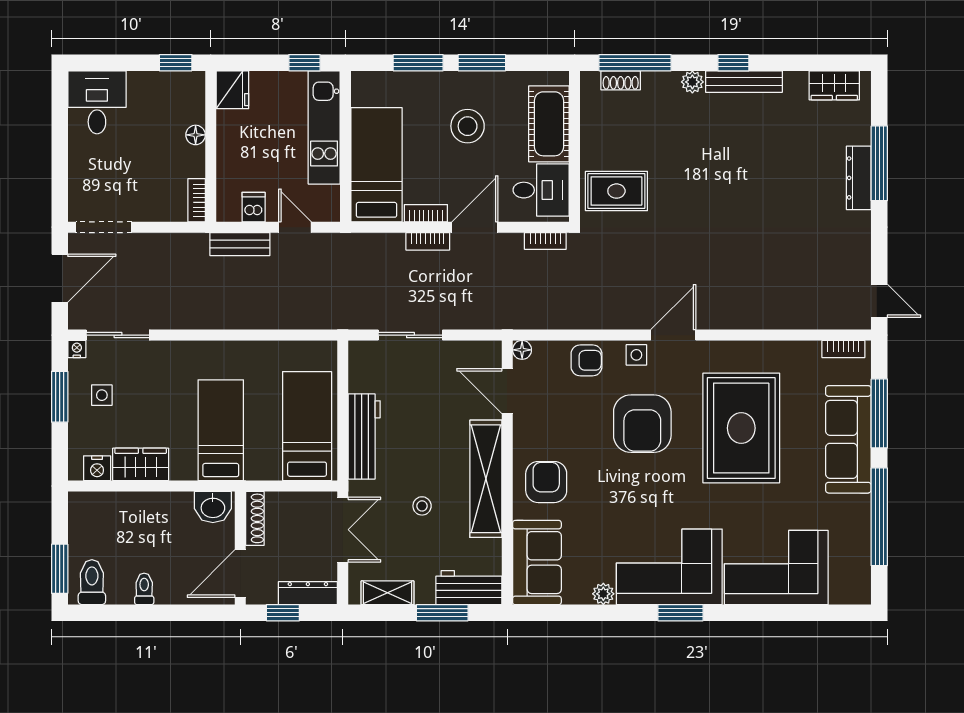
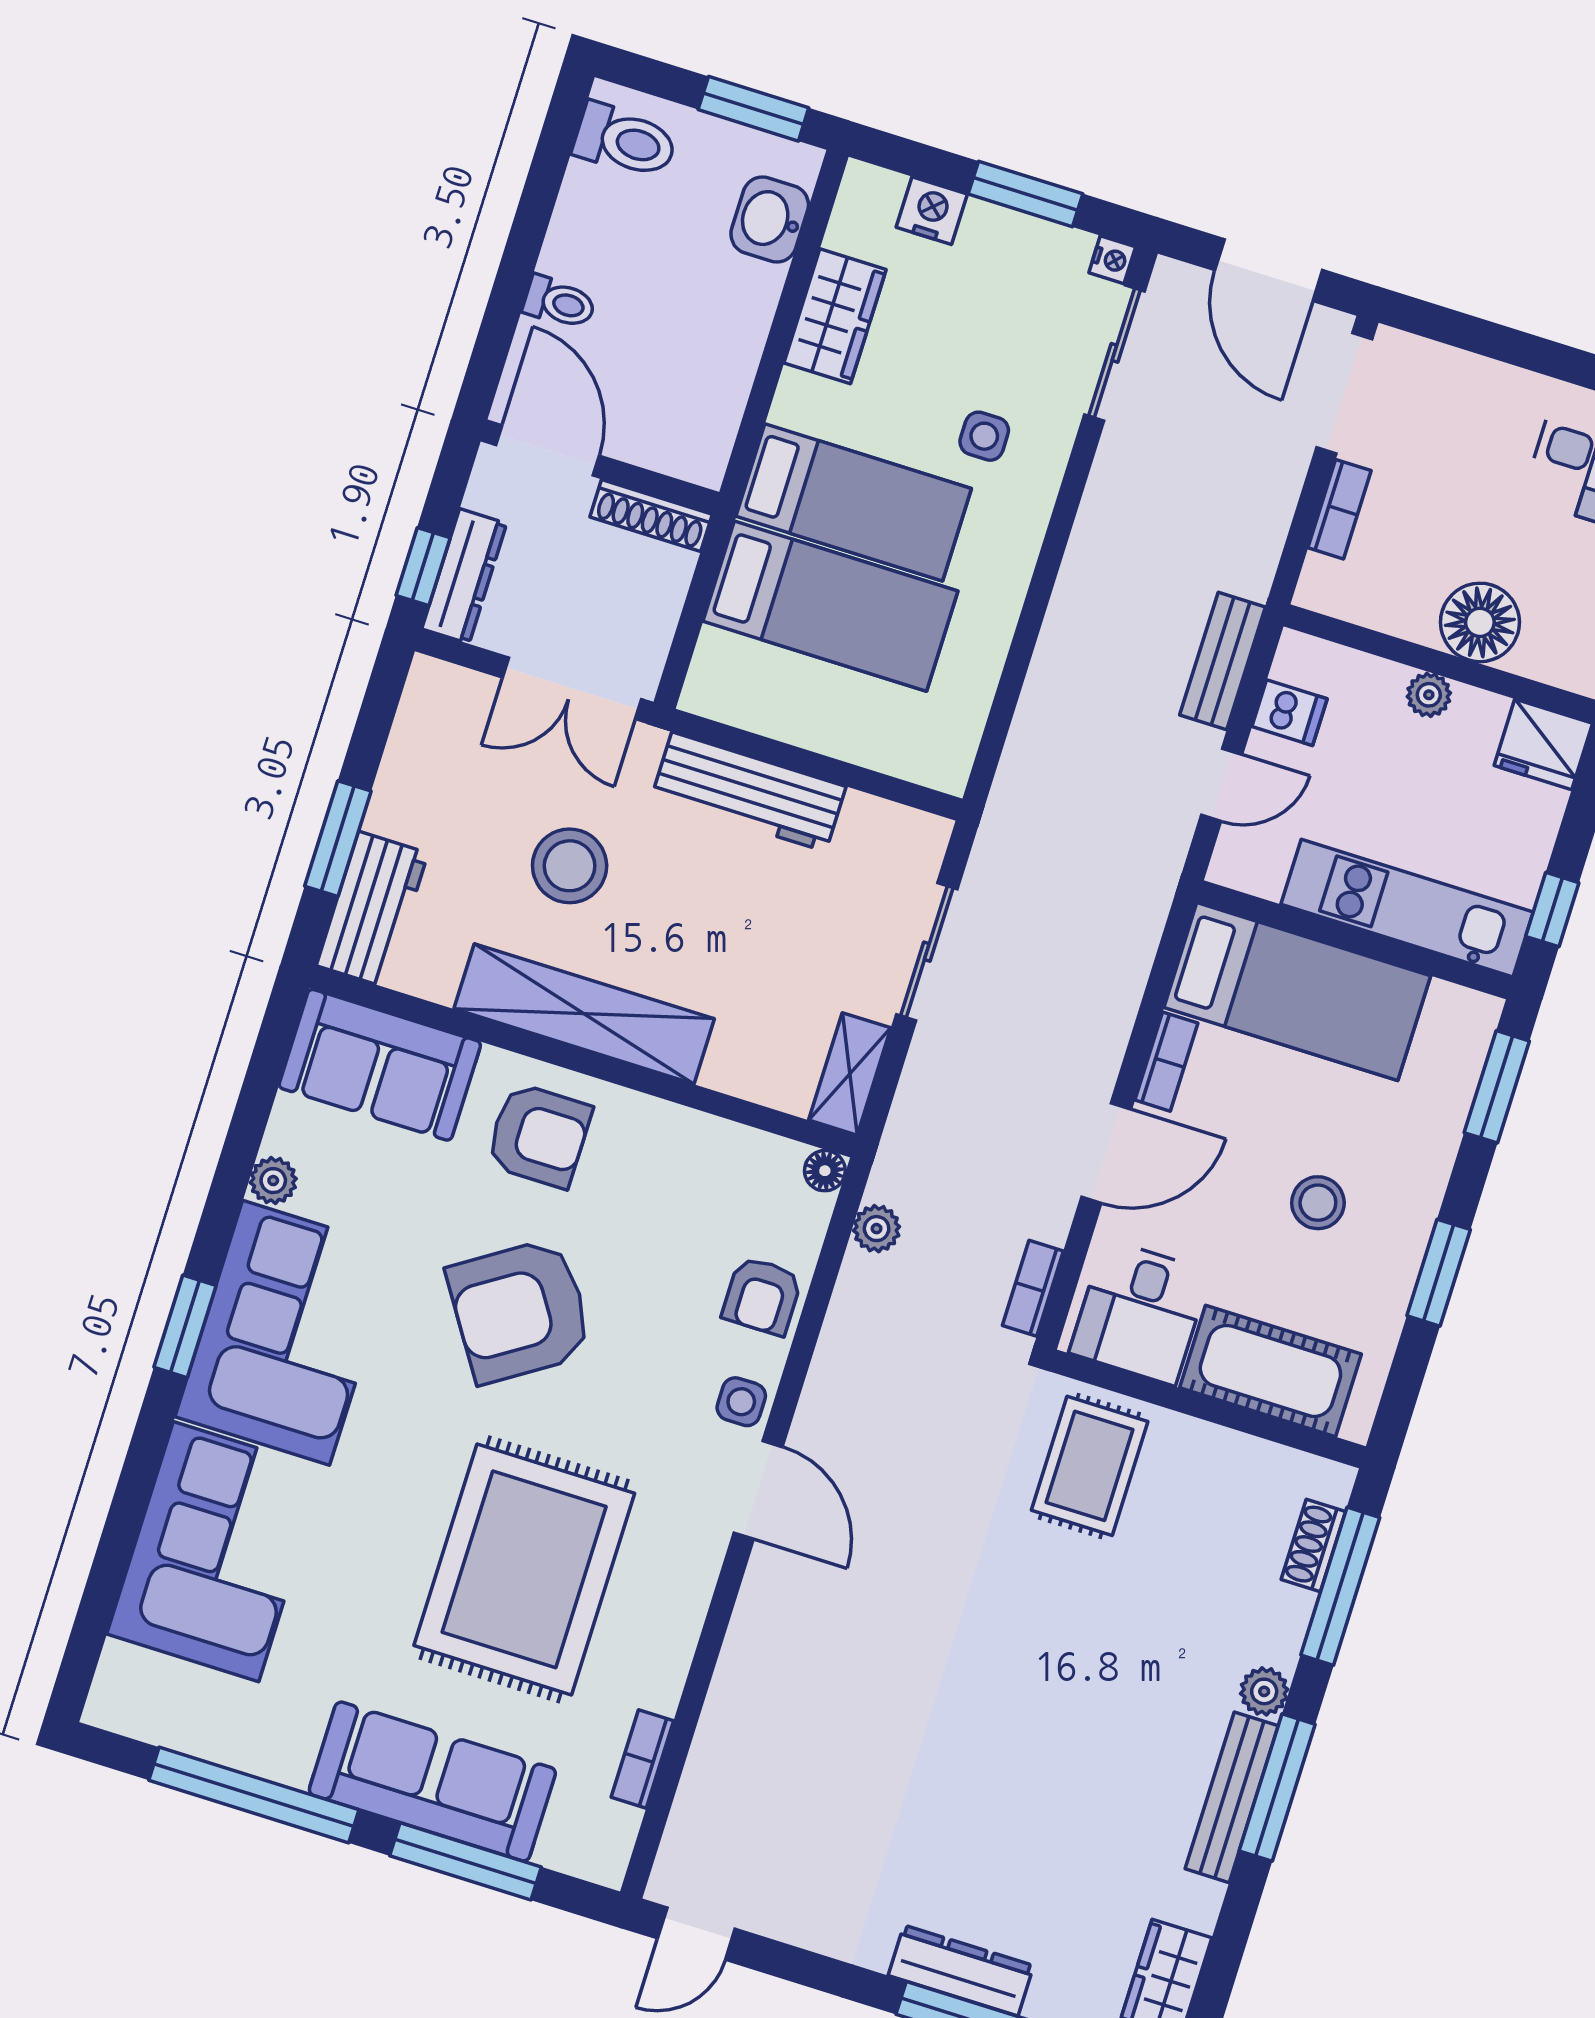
window: (418, 63) -> (1497, 1087), moved
window: (733, 63) -> (1277, 1788), width x2.17
stool: (468, 126) -> (1318, 1203), width x0.73, depth x0.73
floor lamp: (196, 135) -> (1480, 622), width x1.89, depth x1.89
plant: (226, 148) -> (1429, 695), added
bookcase: (197, 200) -> (1340, 509), moved, turned 90
door: (475, 227) -> (1106, 1153), hinge flipped
bookcase: (428, 241) -> (1108, 1047), removed
plant: (541, 319) -> (877, 1229), added
bookcase: (843, 349) -> (642, 1759), moved
door: (507, 391) -> (750, 1114), removed
side table: (102, 395) -> (984, 436), moved
armchair: (642, 424) -> (520, 1311), moved, turned -33
bed: (307, 426) -> (830, 606), moved
rug: (741, 428) -> (524, 1569), turned 90
nightstand: (97, 468) -> (932, 211), moved, turned 90
stool: (422, 506) -> (570, 866), width x1.89, depth x1.89
washbasin: (213, 507) -> (770, 219), moved
window: (60, 569) -> (753, 109), moved
toilet: (144, 589) -> (559, 303), moved
shelving: (388, 593) -> (850, 1074), moved
window: (283, 613) -> (423, 567), moved

